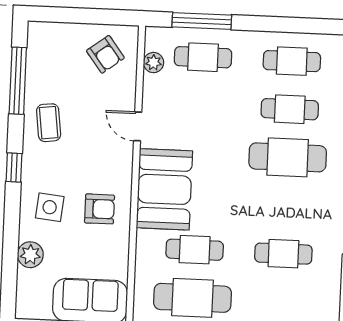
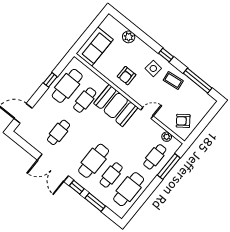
cafe table: (292, 61) -> (129, 189), width x1.37, depth x1.35
side table: (50, 207) -> (153, 68), moved

